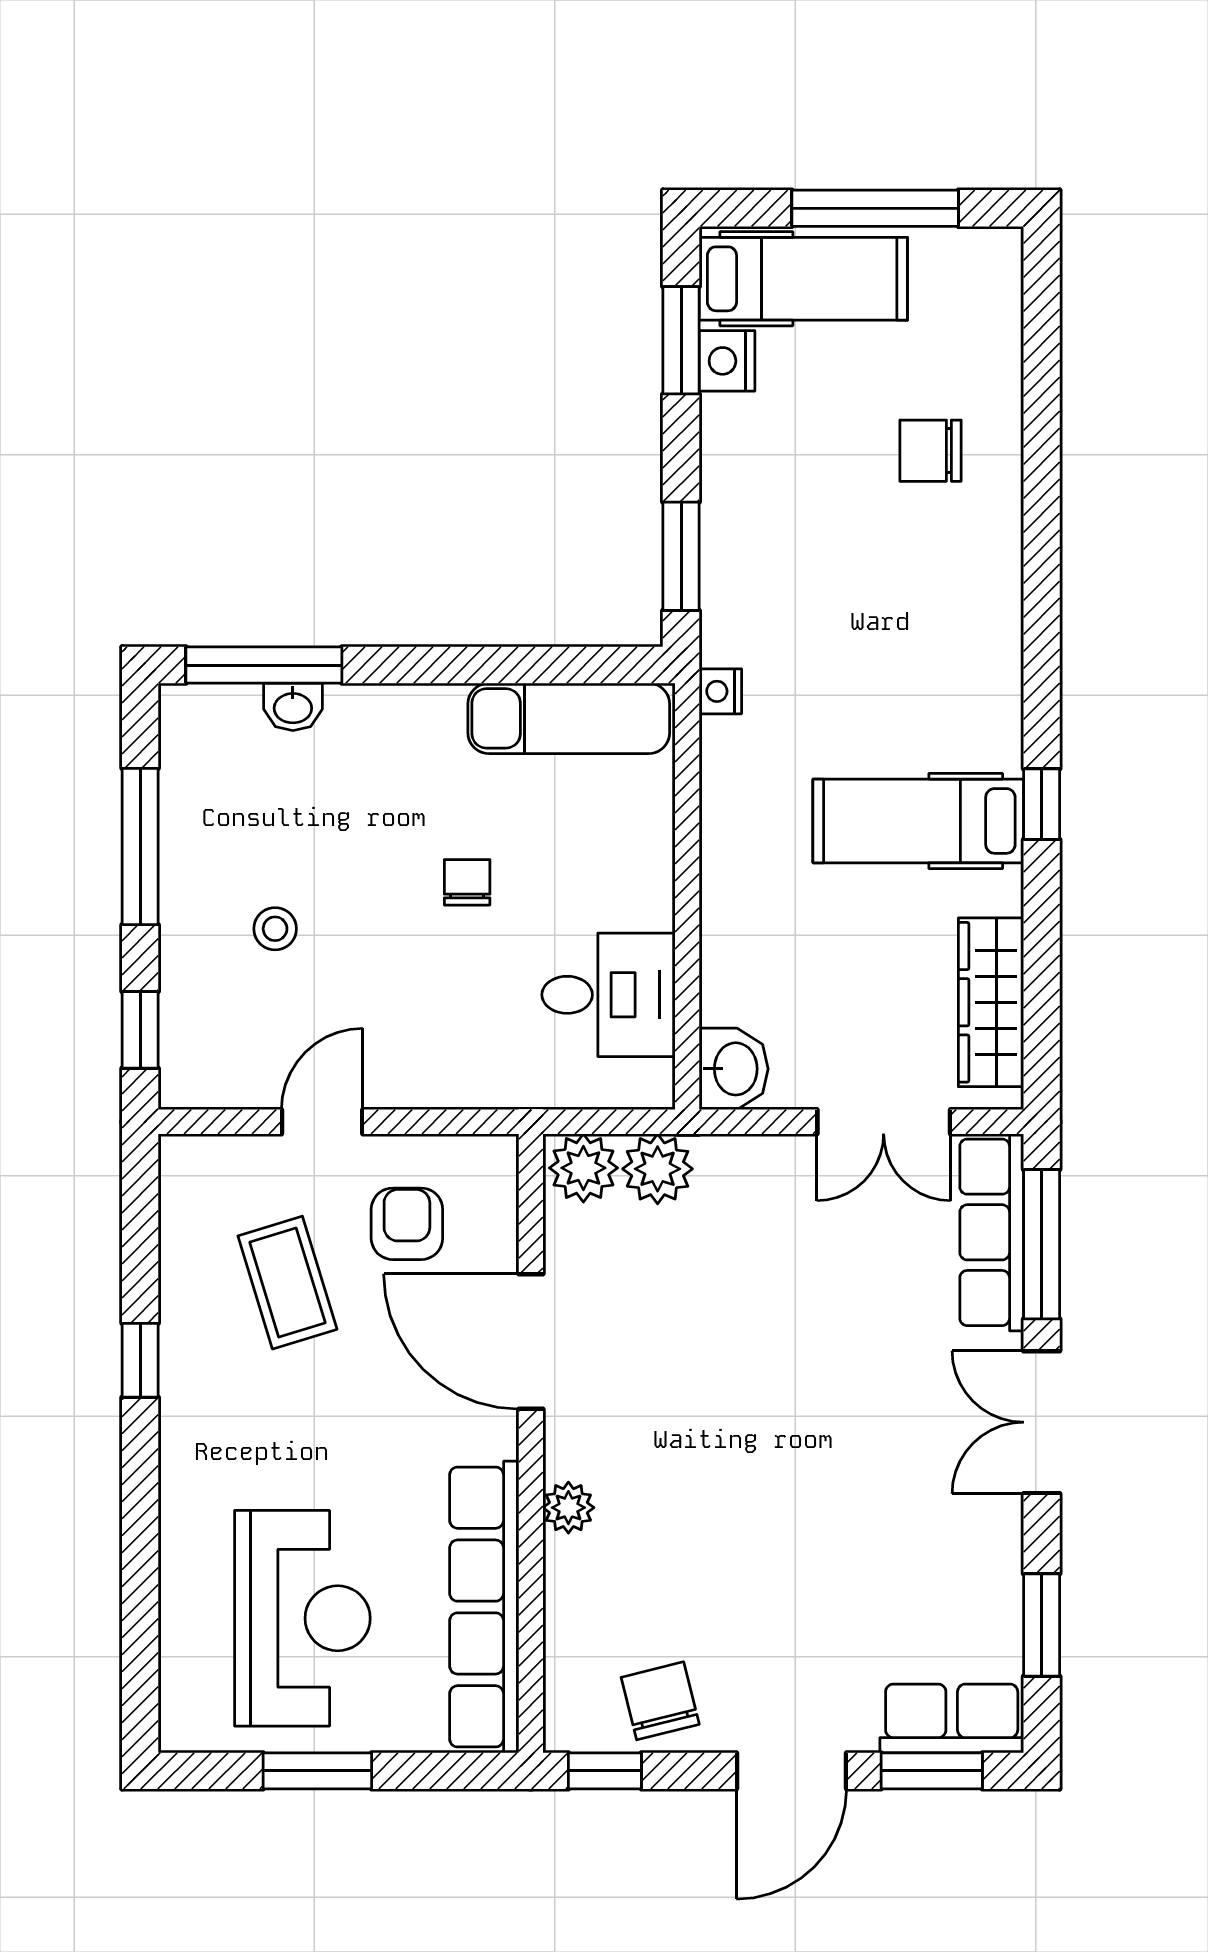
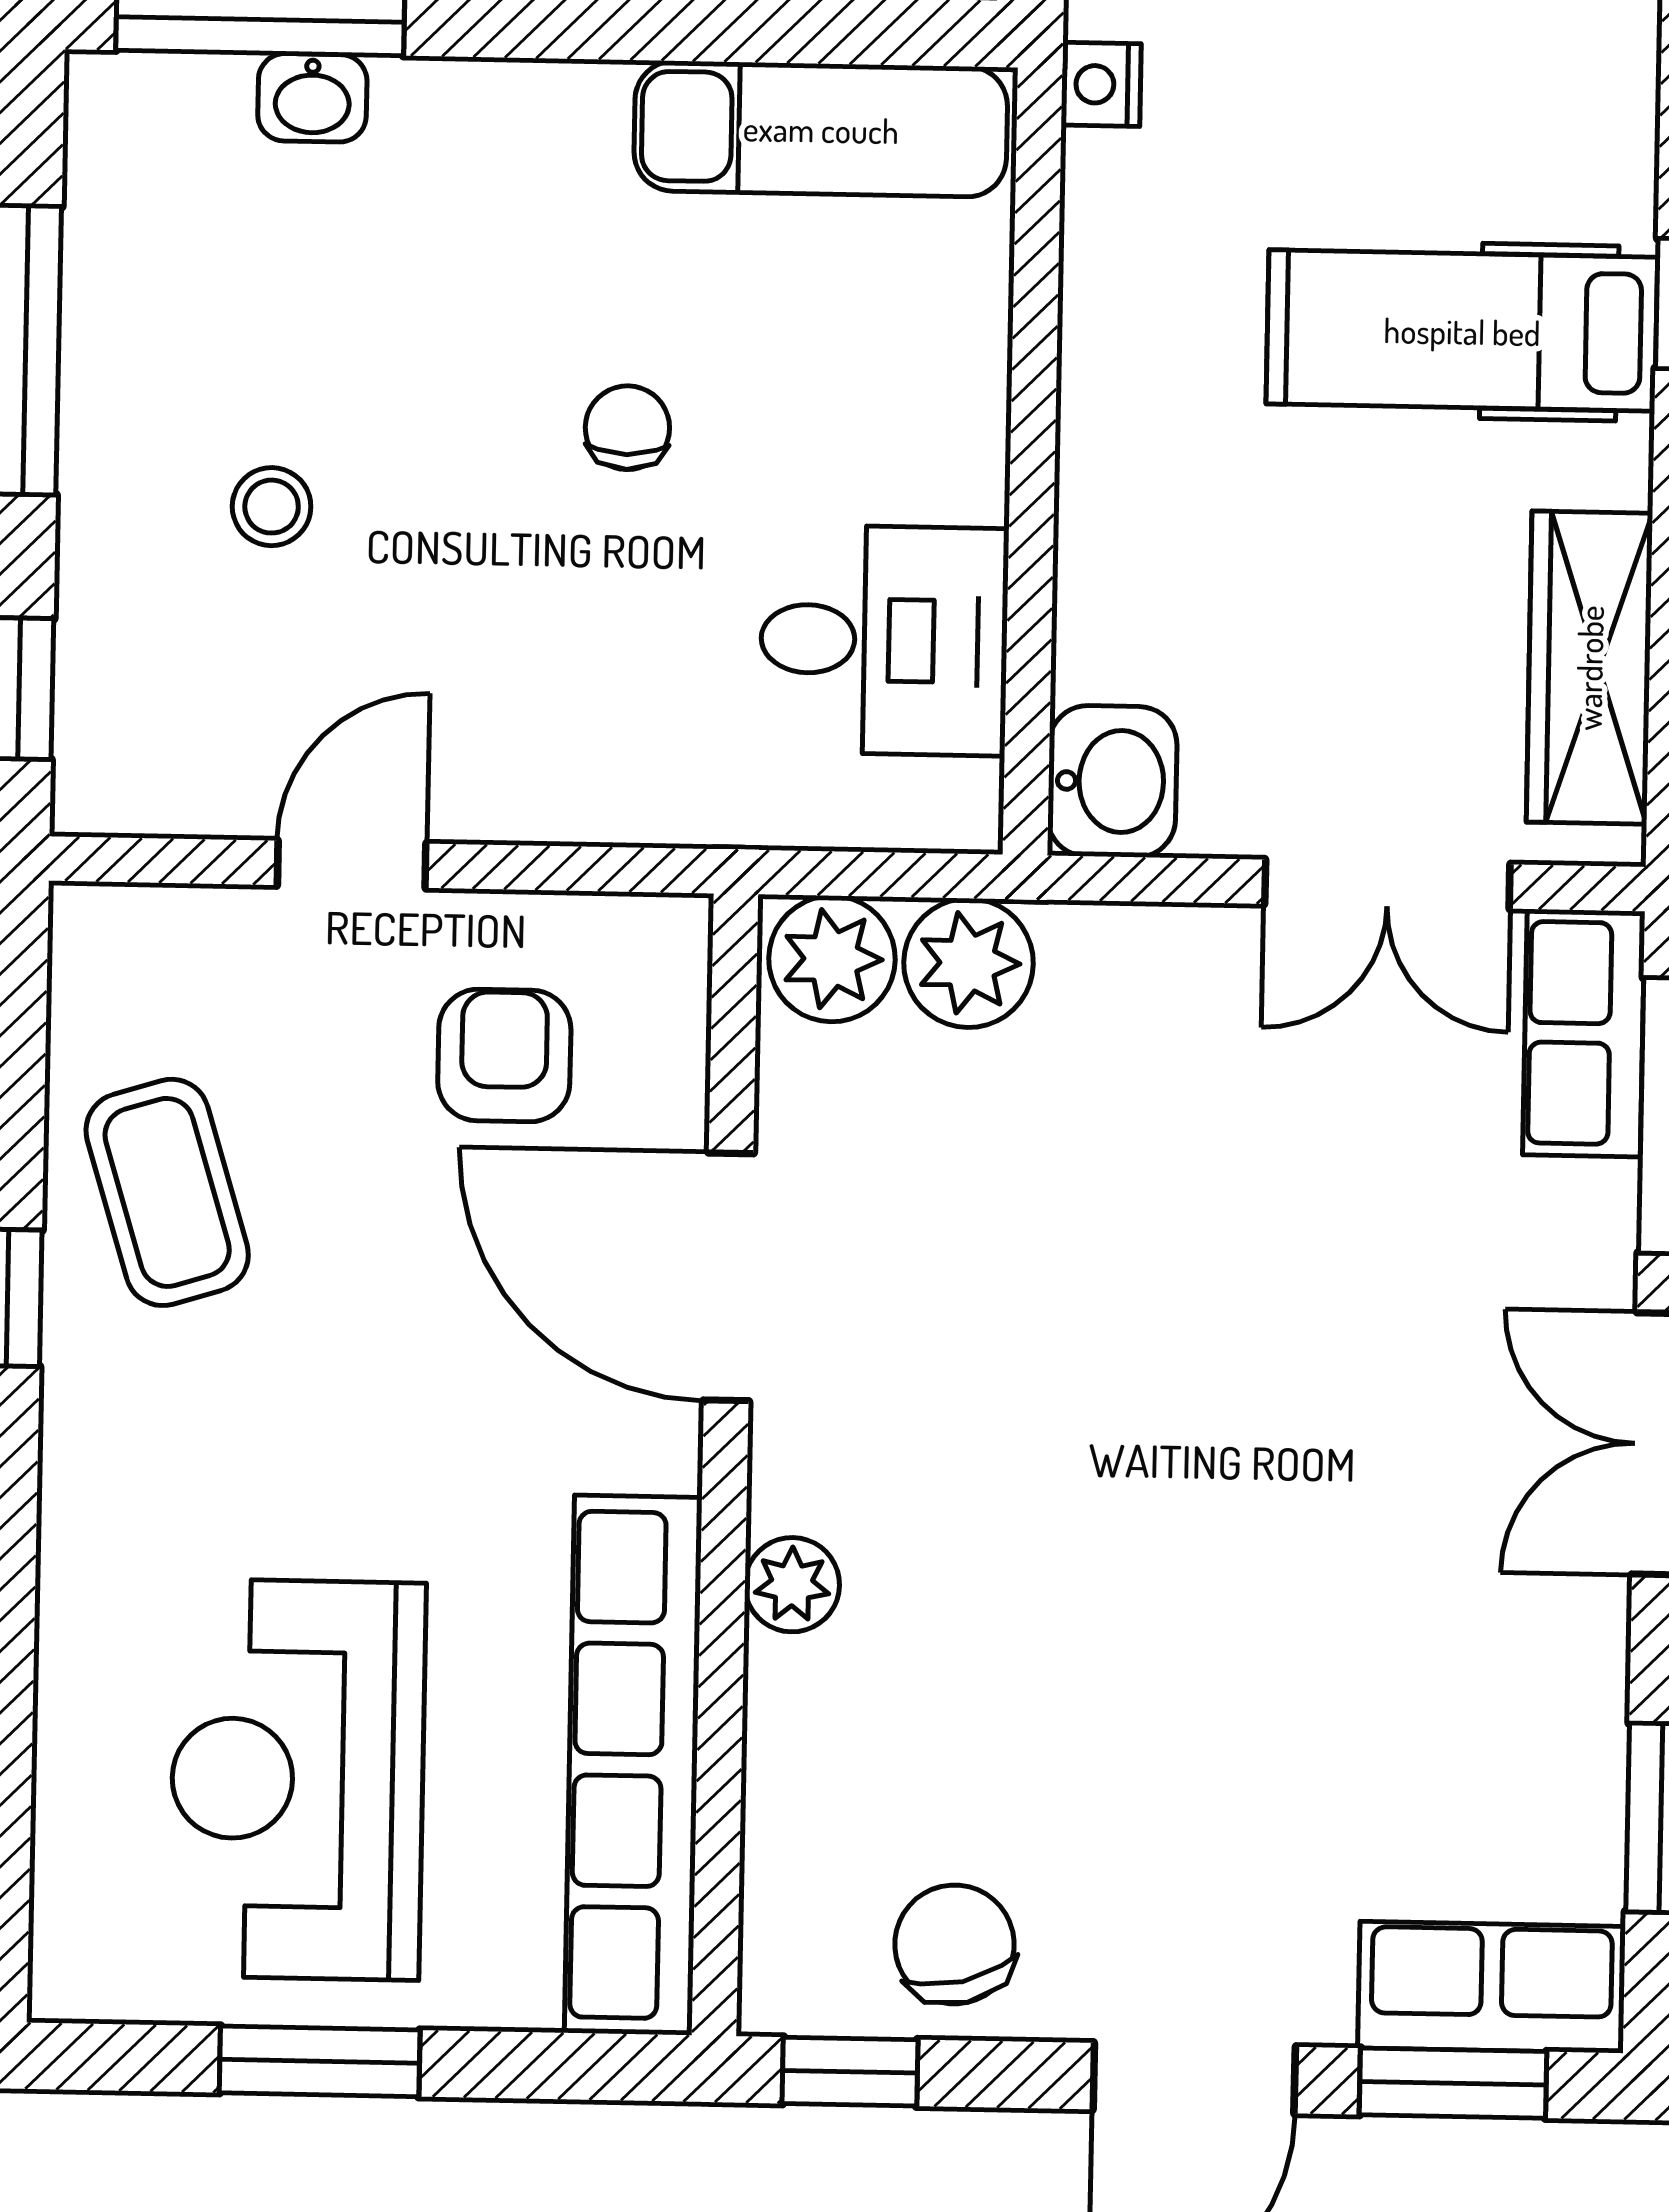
row of seats: (992, 1232) -> (1584, 1033), width x0.68
coffee table: (287, 1283) -> (167, 1192), moved
reception desk: (302, 1618) -> (297, 1779), turned 180

